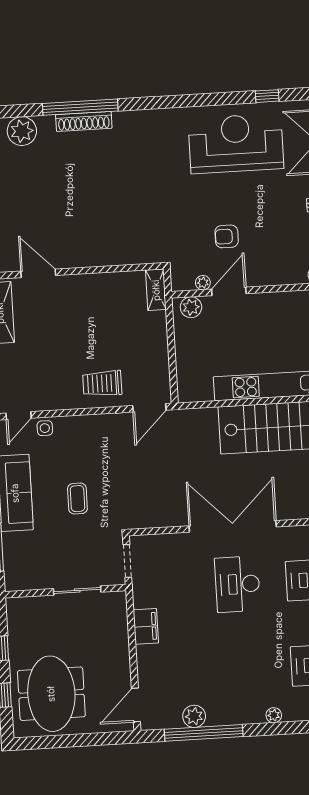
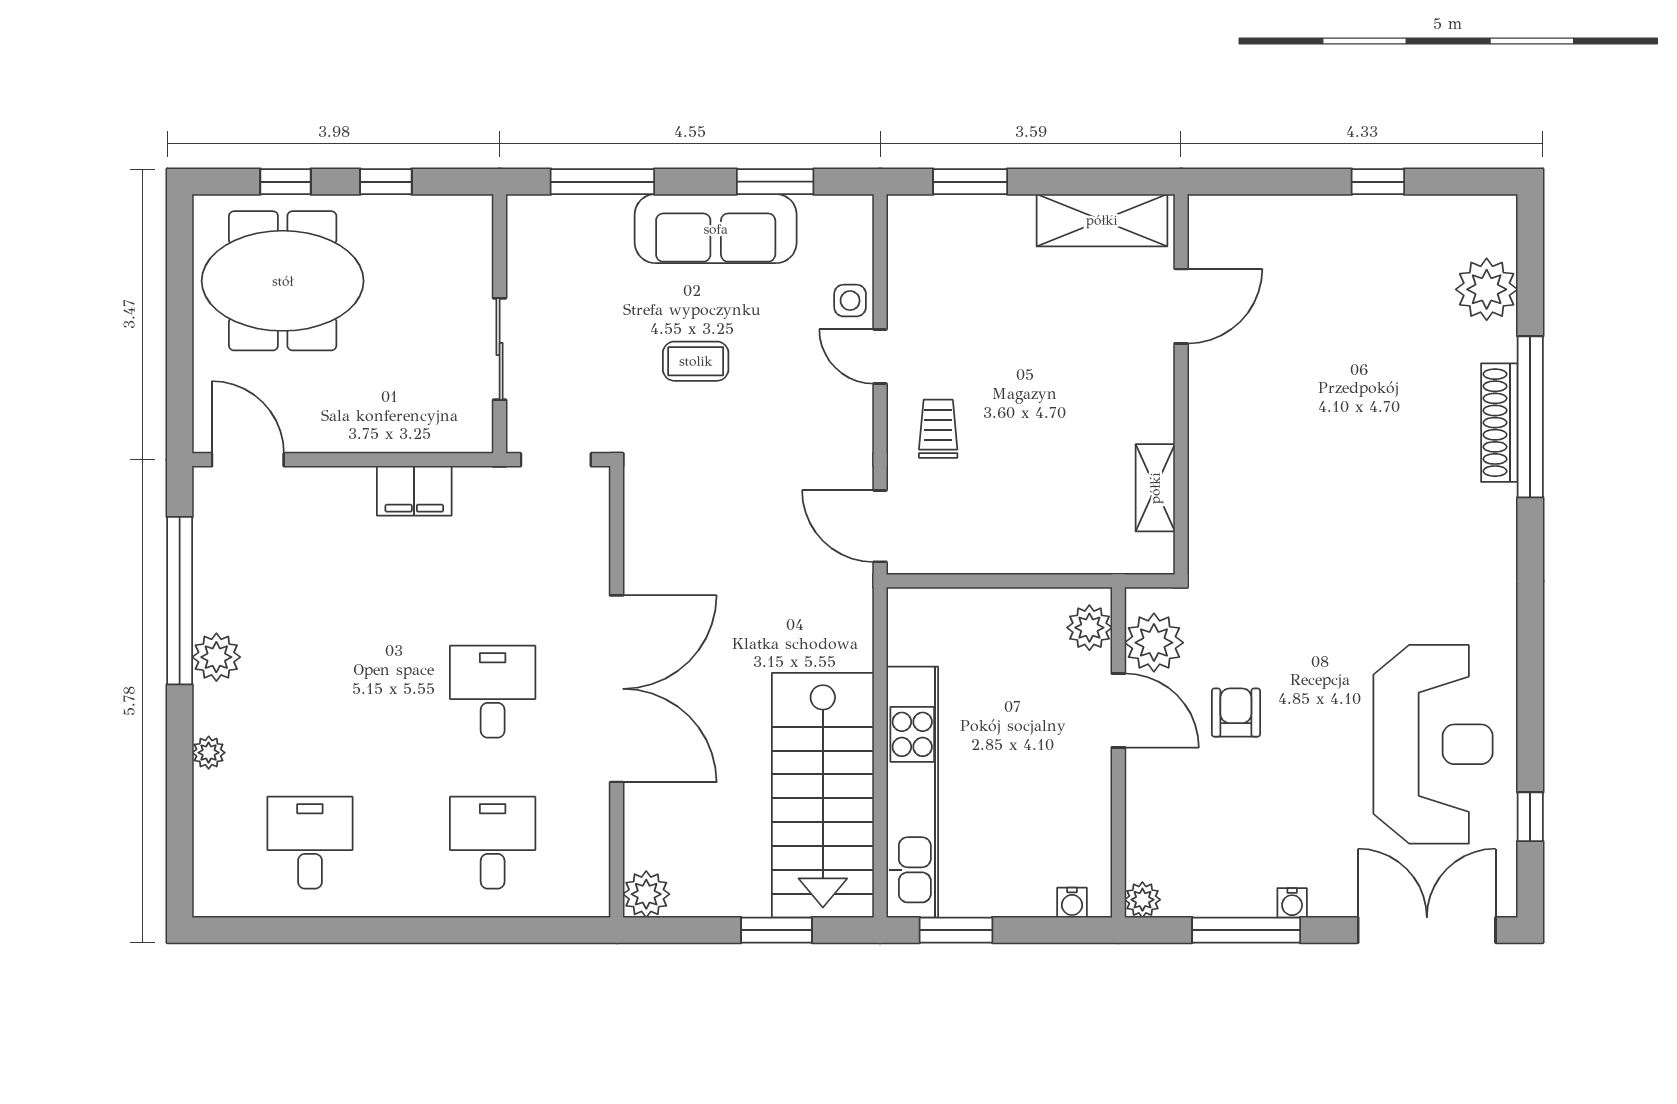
plant: (203, 283) -> (1154, 643), width x1.87, depth x1.87
shelving: (156, 290) -> (1155, 488), moved, turned 90
trolley: (102, 383) -> (938, 429), width x0.73, depth x0.72
door: (19, 416) -> (880, 356), moved
desk: (237, 584) -> (493, 692), width x0.73
plant: (194, 716) -> (216, 657), moved

